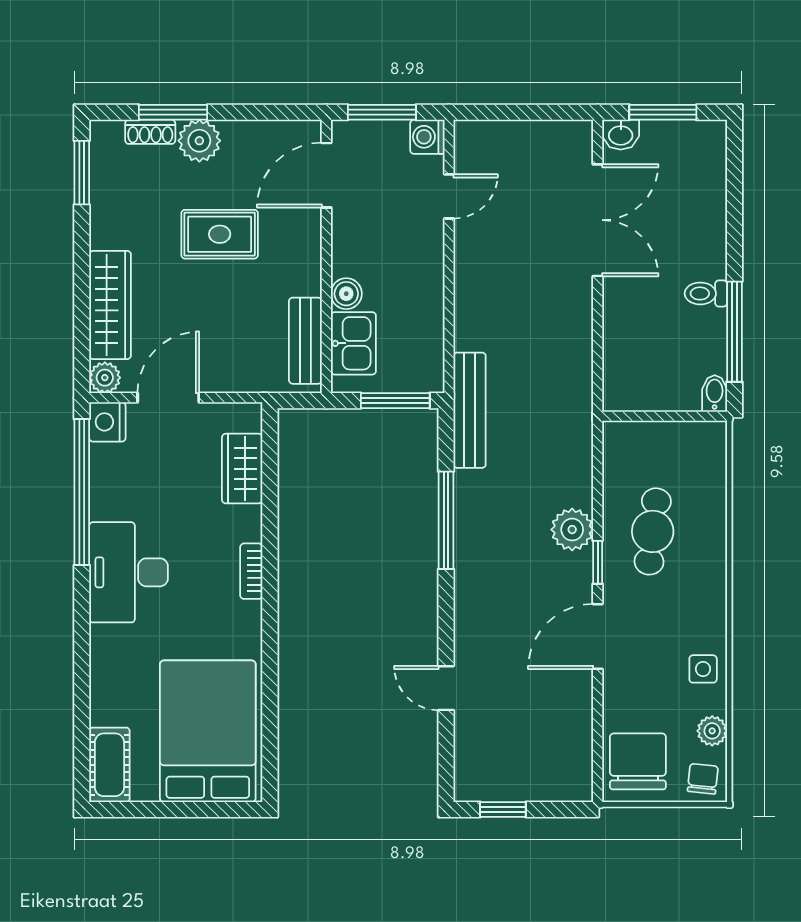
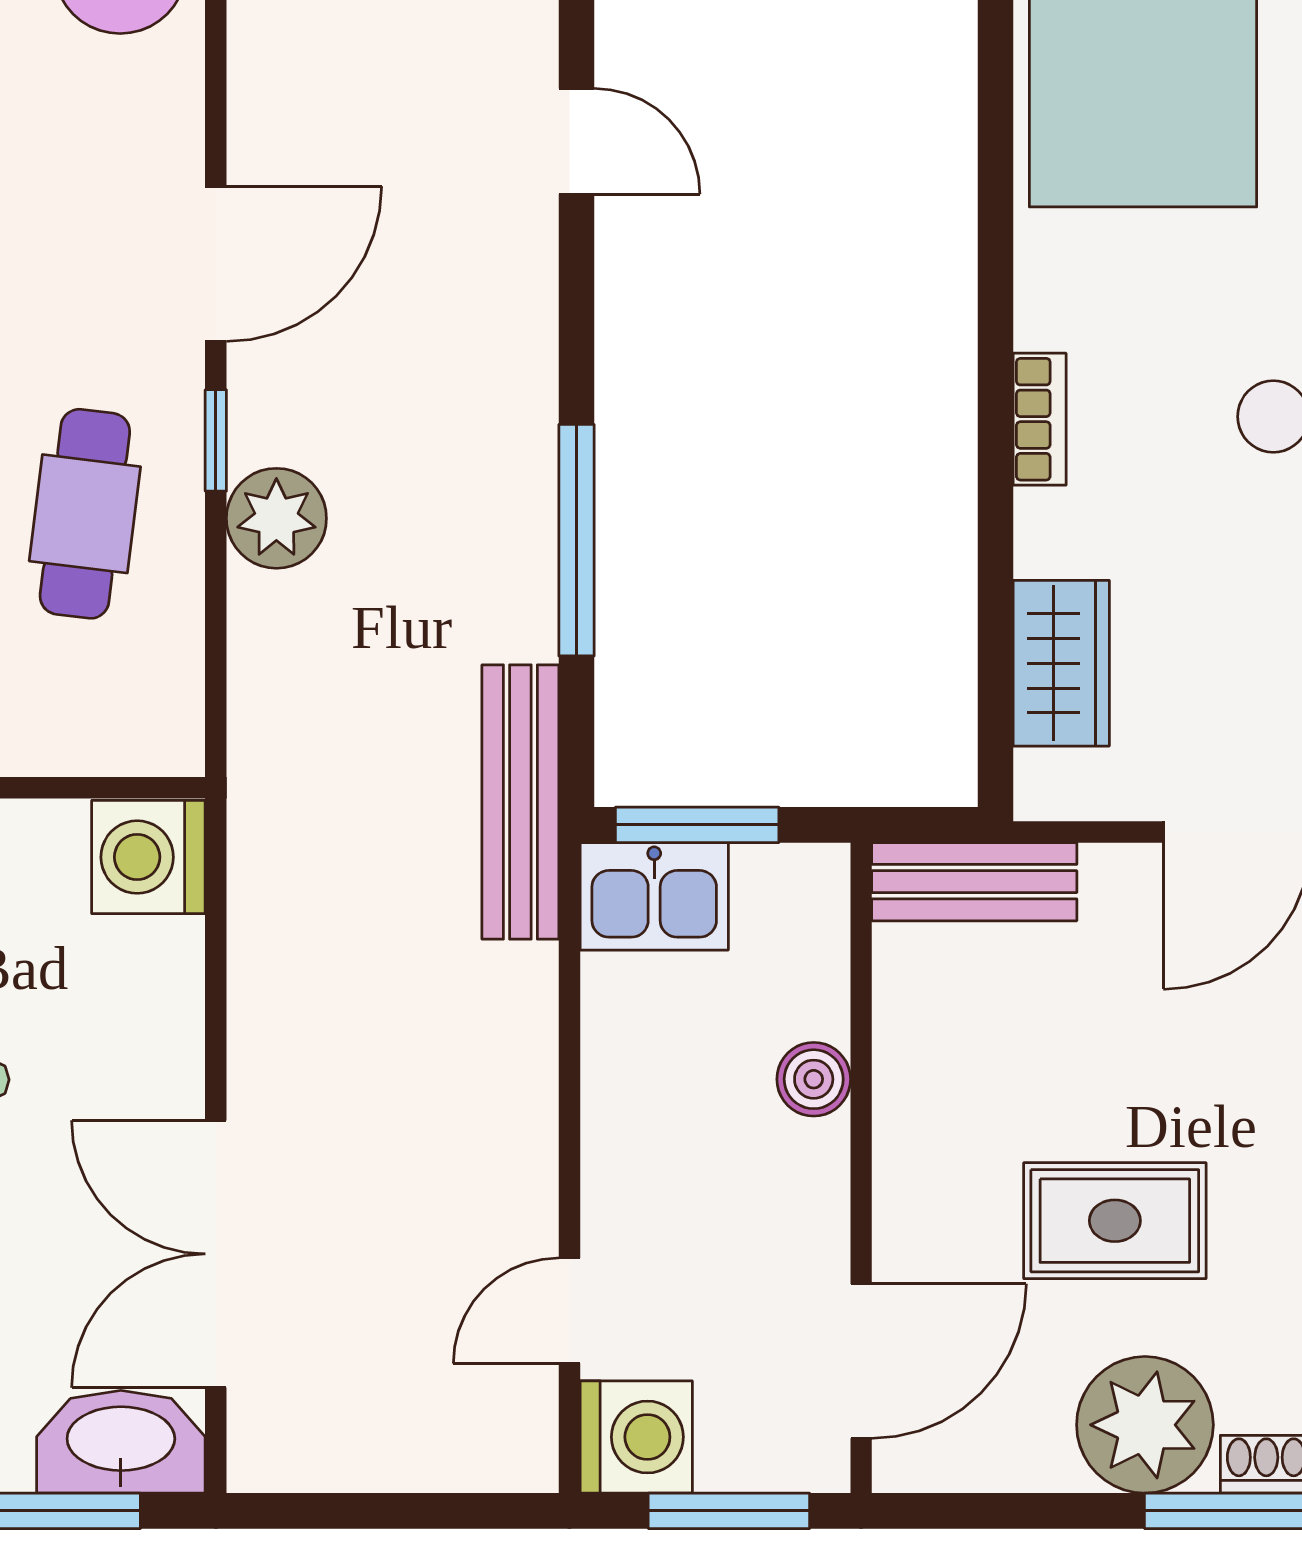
washbasin: (621, 135) -> (121, 1442), width x1.91, depth x1.45
washing machine: (427, 137) -> (636, 1437), width x1.38, depth x1.38
plant: (199, 141) -> (1145, 1425), width x1.36, depth x1.36
bench: (305, 341) -> (974, 882), moved, turned 90
kitchen sink: (353, 343) -> (654, 896), moved, turned -90
washing machine: (626, 387) -> (148, 857), added

